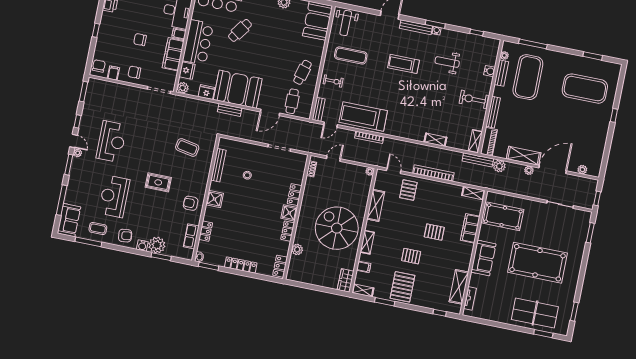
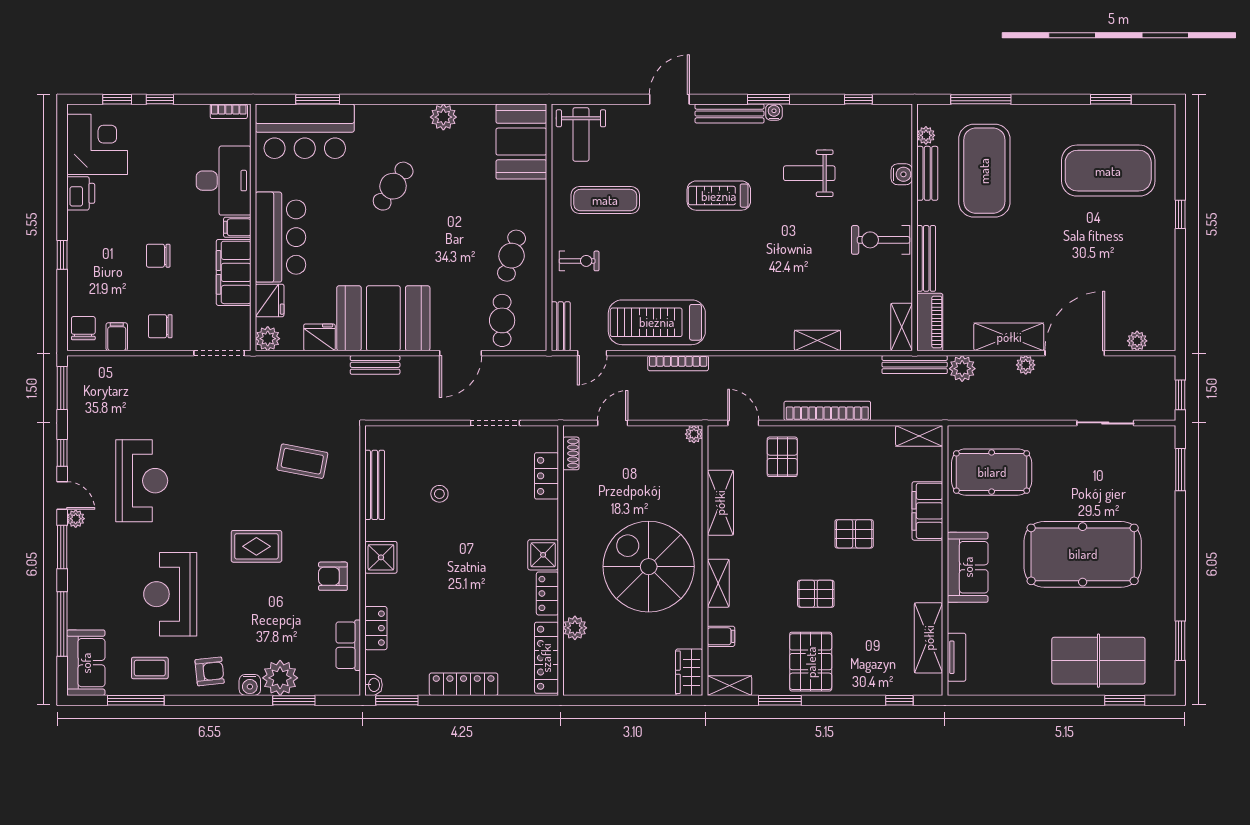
cafe table: (240, 30) -> (393, 186), moved
locker: (295, 195) -> (546, 476), moved
locker: (280, 266) -> (546, 658), width x1.53

